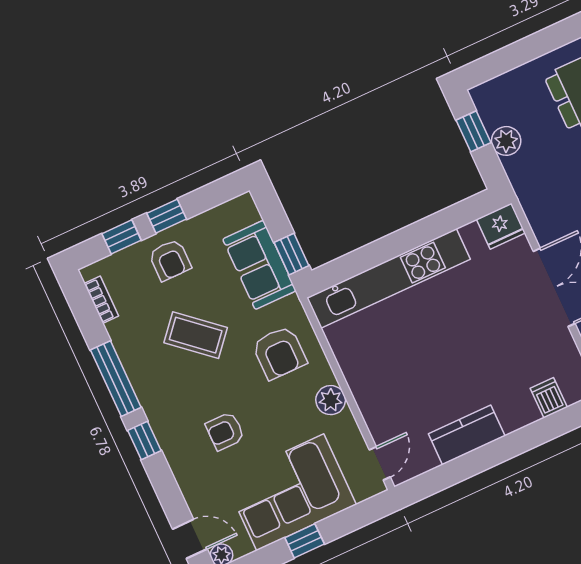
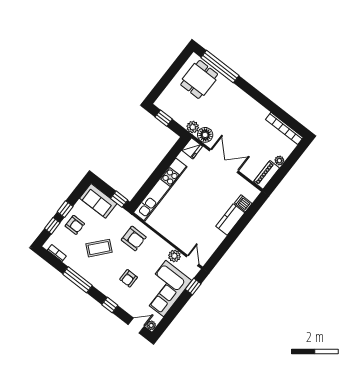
plant: (506, 141) -> (193, 127), moved
floor lamp: (543, 212) -> (205, 135), added
sofa: (259, 265) -> (98, 201), moved
plant: (331, 400) -> (174, 256), moved
kitchen counter: (467, 435) -> (230, 219), moved
window: (144, 441) -> (110, 305), moved
window: (305, 541) -> (193, 287), moved

